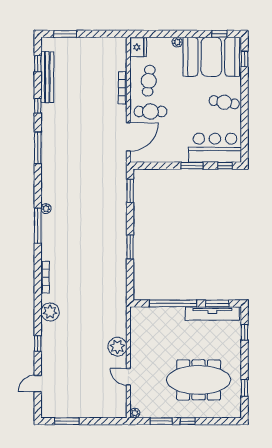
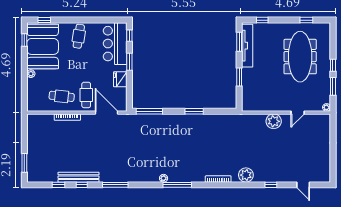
fridge: (138, 47) -> (120, 79), moved, turned -90
window: (38, 64) -> (58, 185), moved
bench: (47, 77) -> (79, 177), moved
window: (130, 191) -> (149, 111), width x1.44
window: (173, 303) -> (239, 77), width x0.47
window: (67, 421) -> (333, 162), removed

